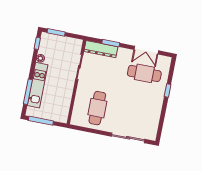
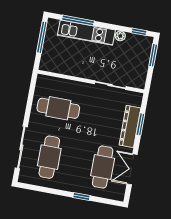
dresser: (101, 49) -> (130, 127), moved
cafe table: (136, 116) -> (49, 157), added

